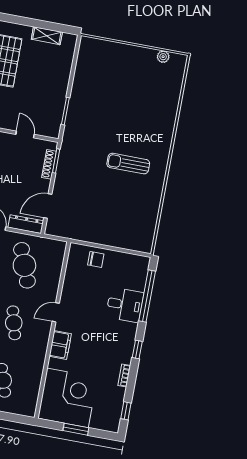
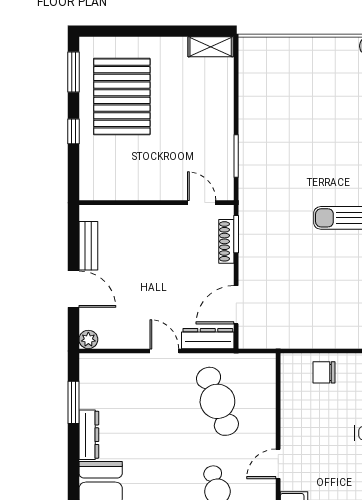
shelving: (47, 36) -> (211, 47), moved
door: (25, 134) -> (202, 203), moved
chair: (96, 259) -> (324, 372), turned 180

